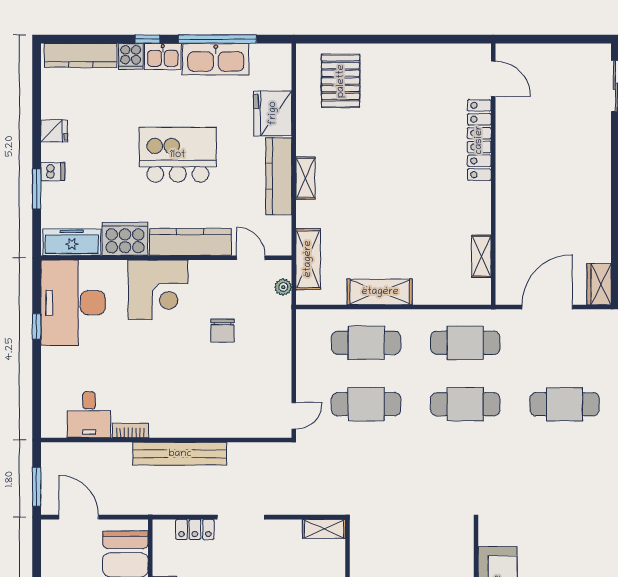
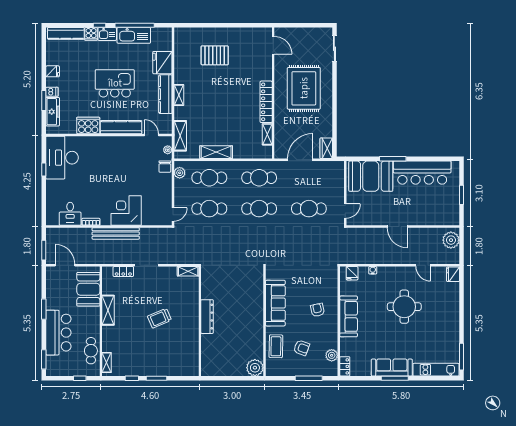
pallet: (341, 81) -> (215, 55), moved, turned 90
locker: (479, 140) -> (266, 102), moved
rug: (554, 165) -> (304, 88), added
freezer: (72, 242) -> (53, 112), moved, turned 90
corner desk: (158, 290) -> (126, 211), moved, turned 180
chair: (222, 331) -> (165, 167), moved
plant: (307, 333) -> (180, 173), added

